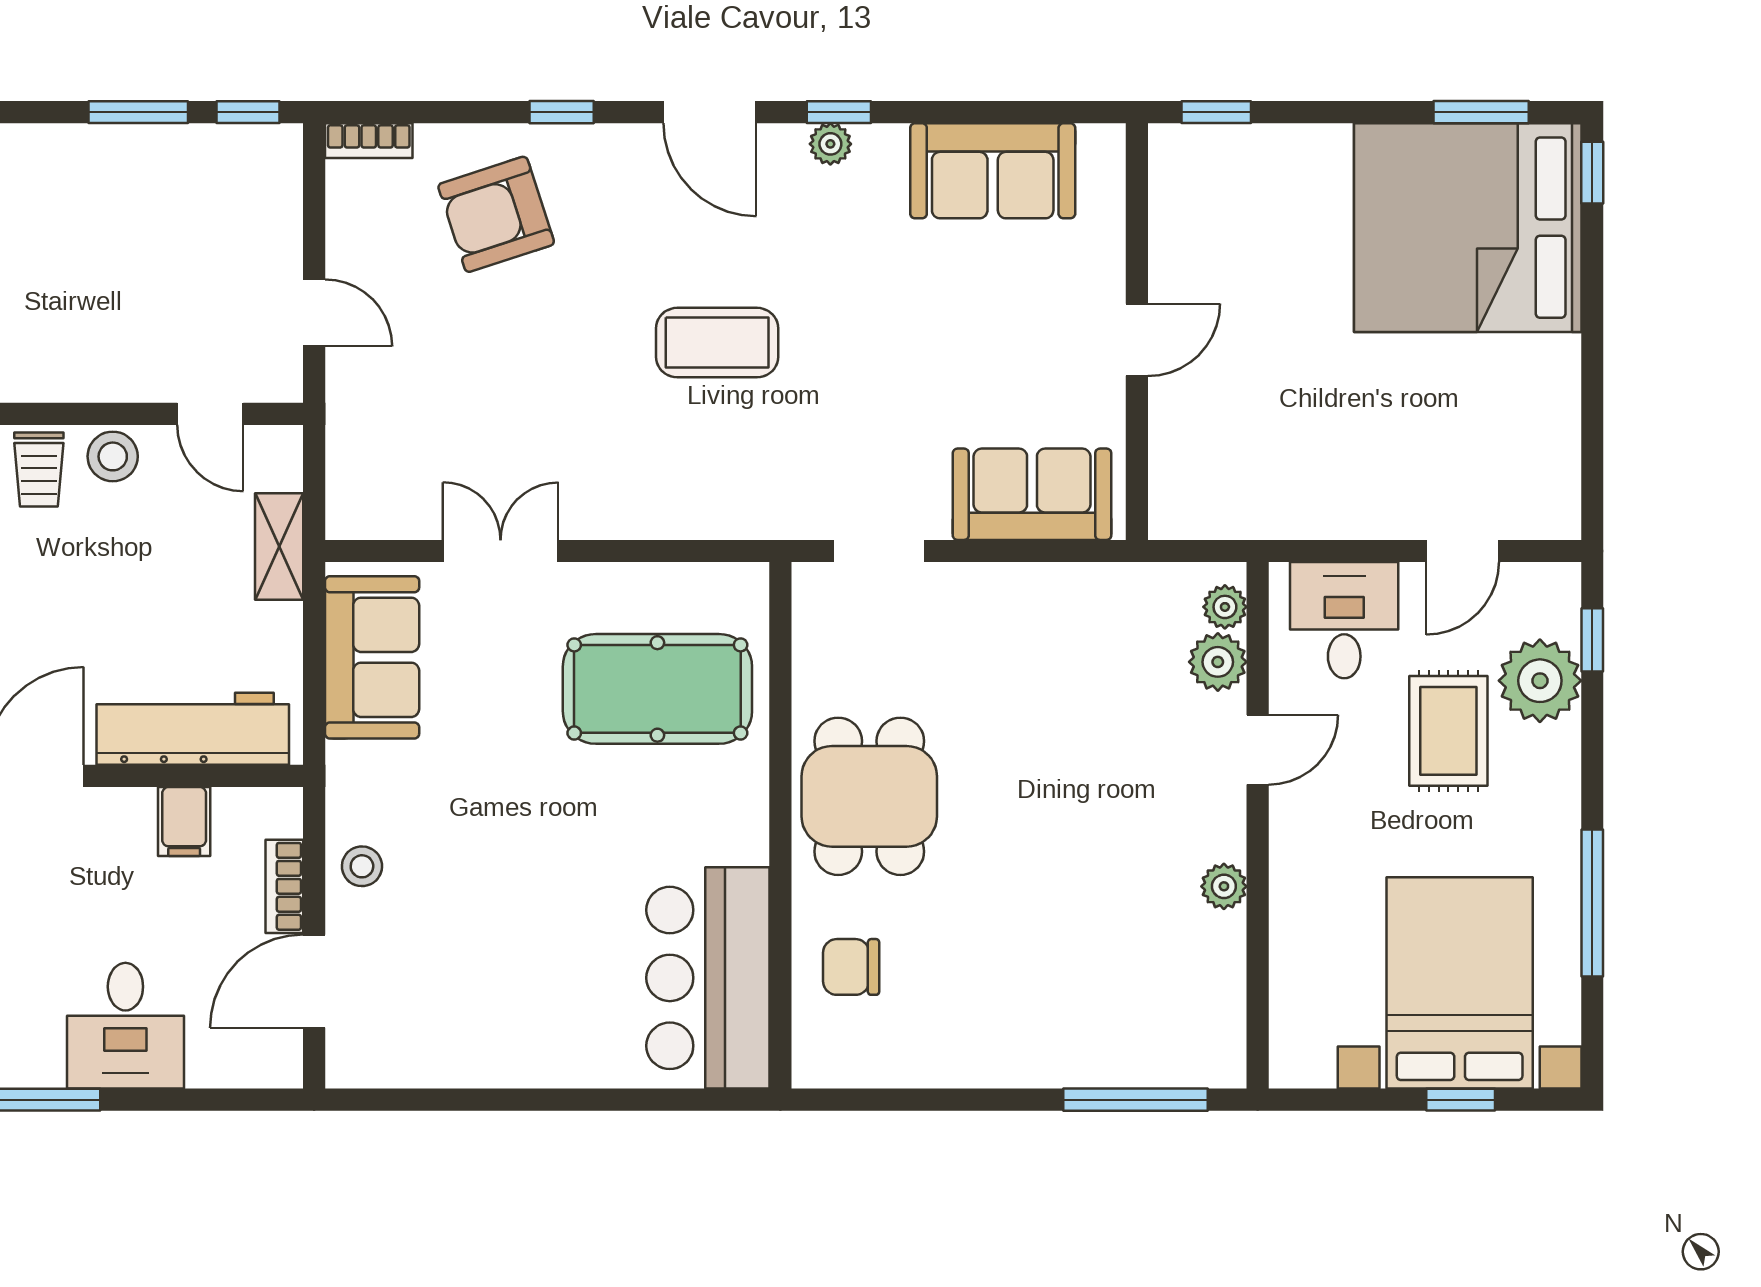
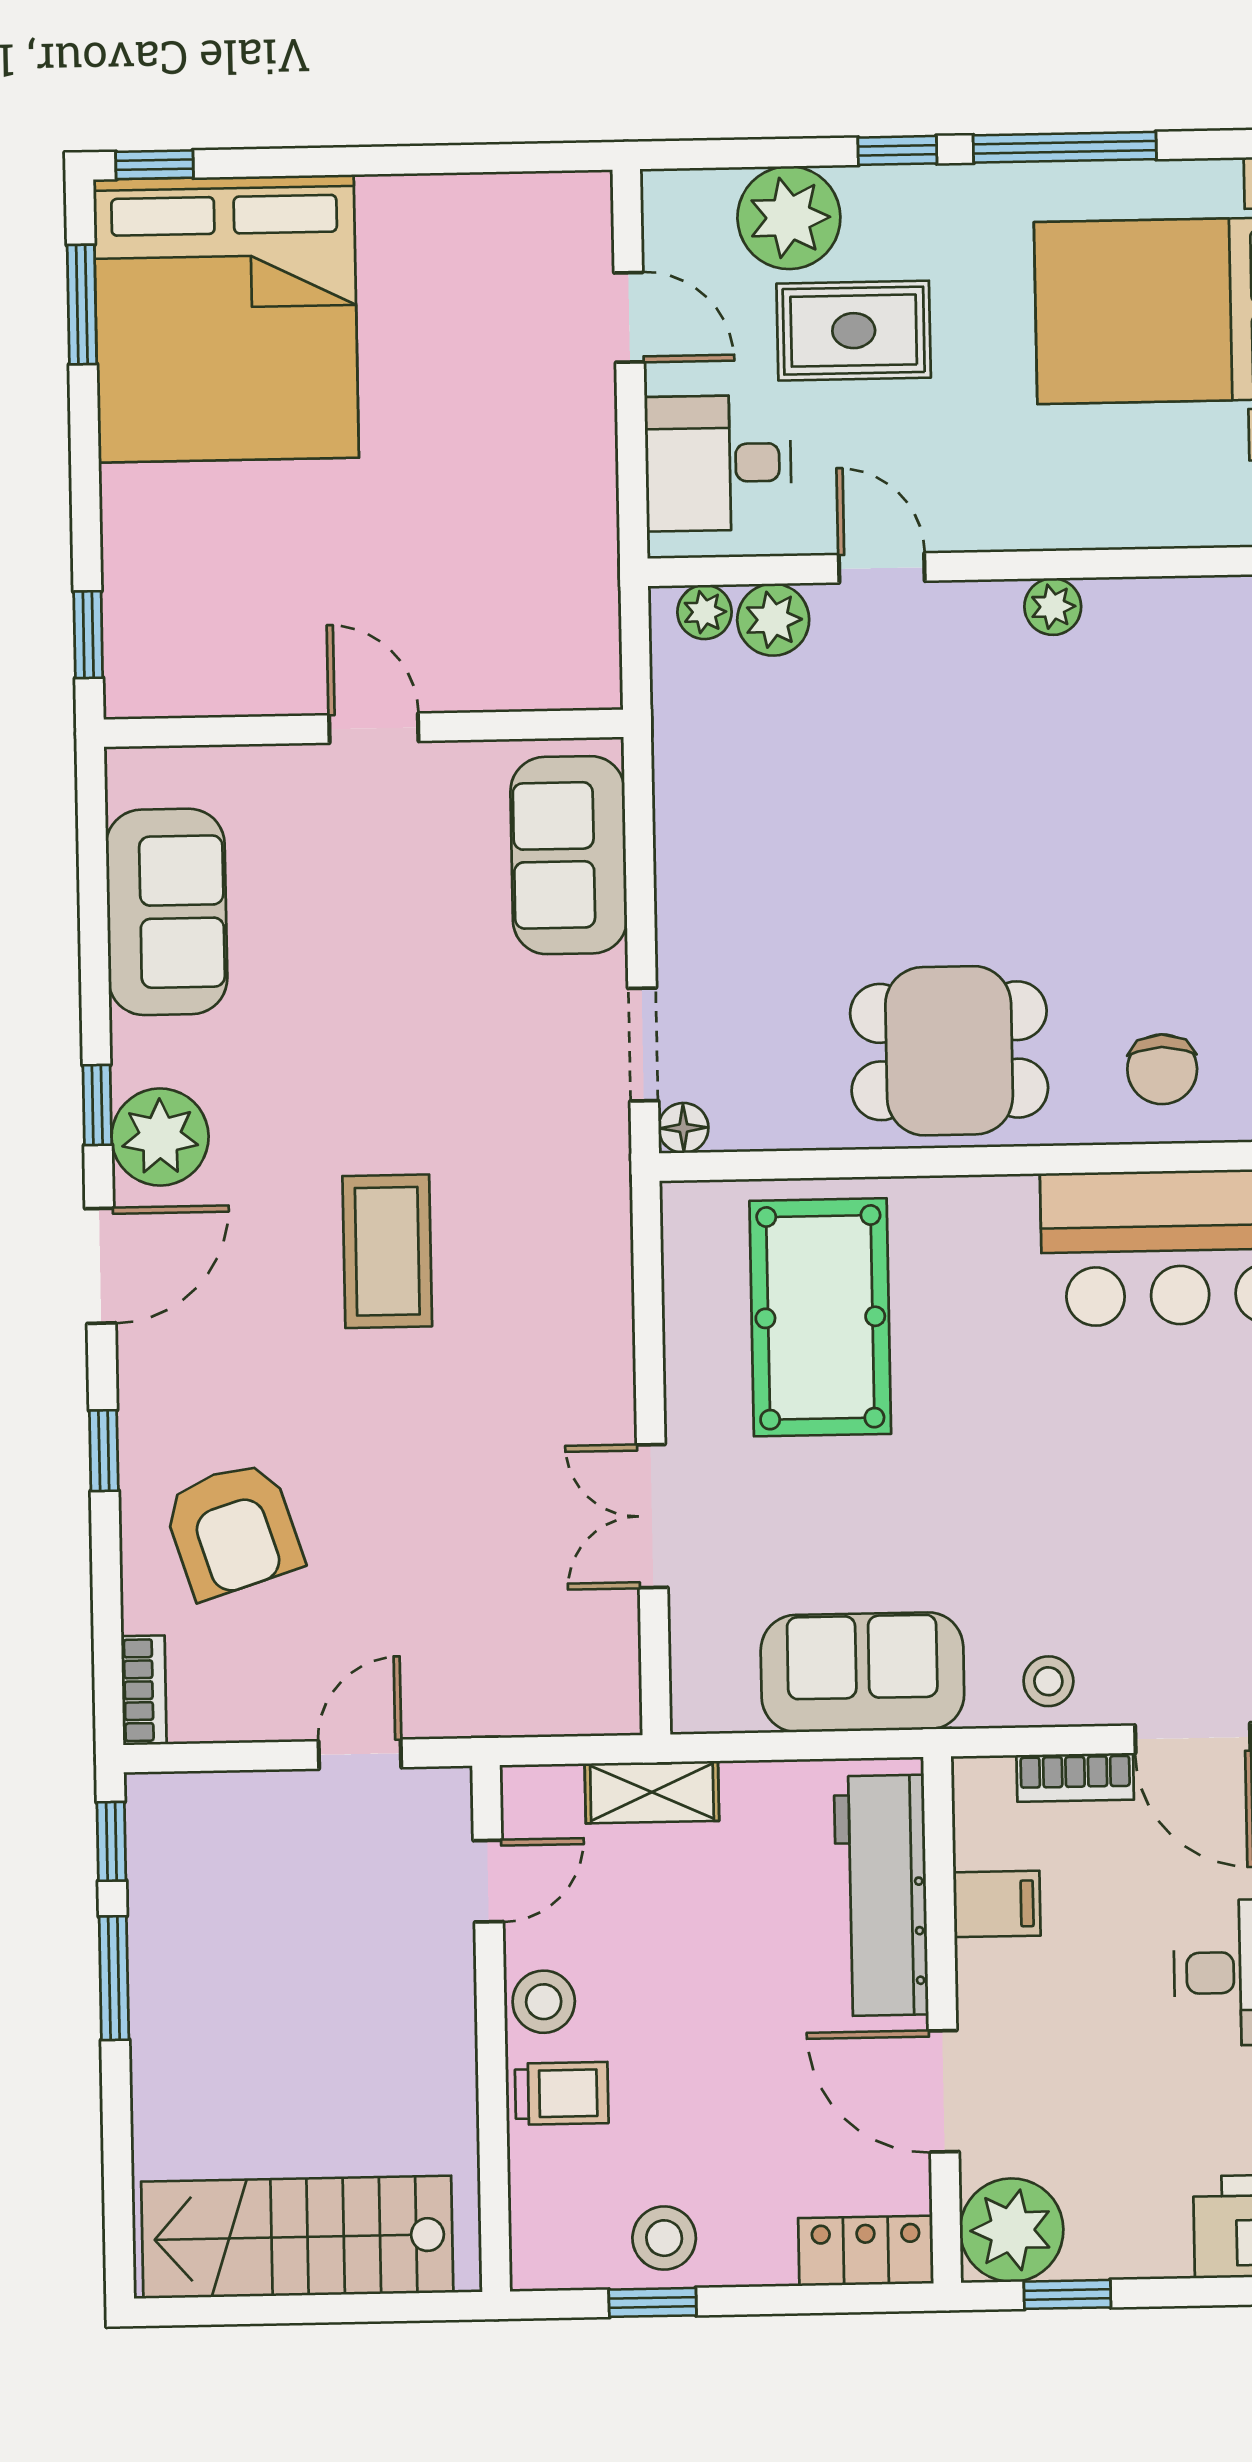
plant: (830, 144) -> (160, 1137), width x1.87, depth x1.87
floor lamp: (811, 582) -> (683, 1128), added
window: (1592, 640) -> (897, 150), moved
sofa: (372, 657) -> (862, 1672), moved

